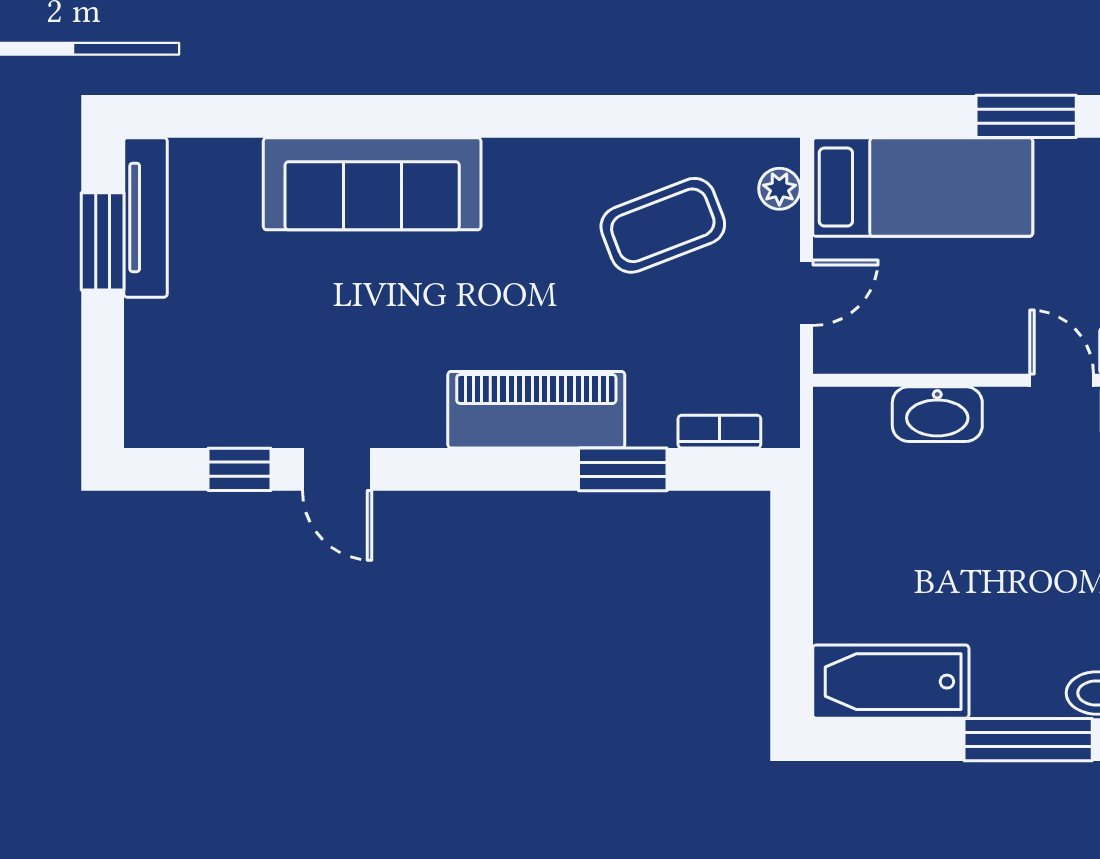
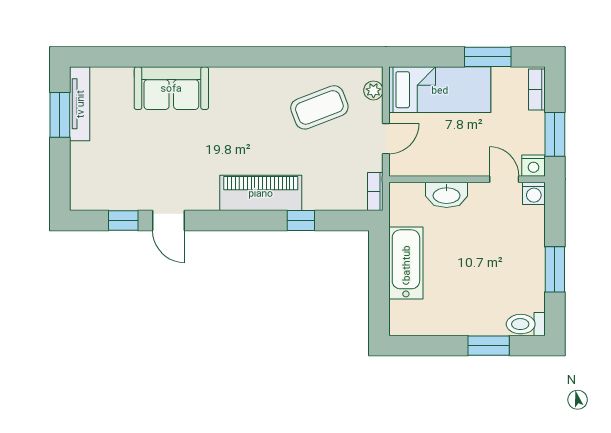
sofa: (372, 184) -> (171, 88), width x0.73
bookcase: (719, 432) -> (375, 192), moved, turned -90
window: (623, 469) -> (301, 220), width x0.67
bathtub: (891, 682) -> (406, 263), moved, turned 90
window: (1028, 740) -> (489, 346), width x0.69

